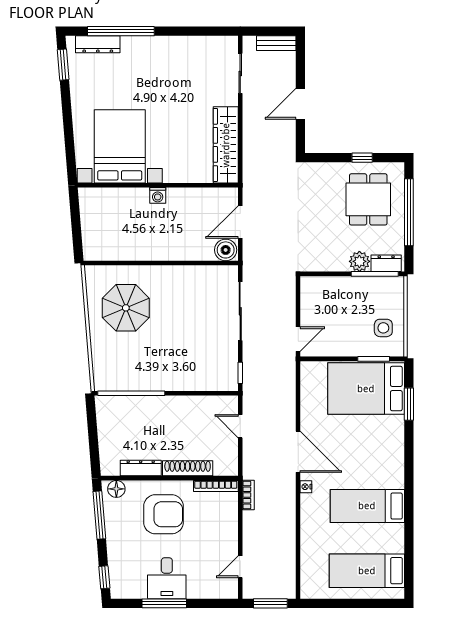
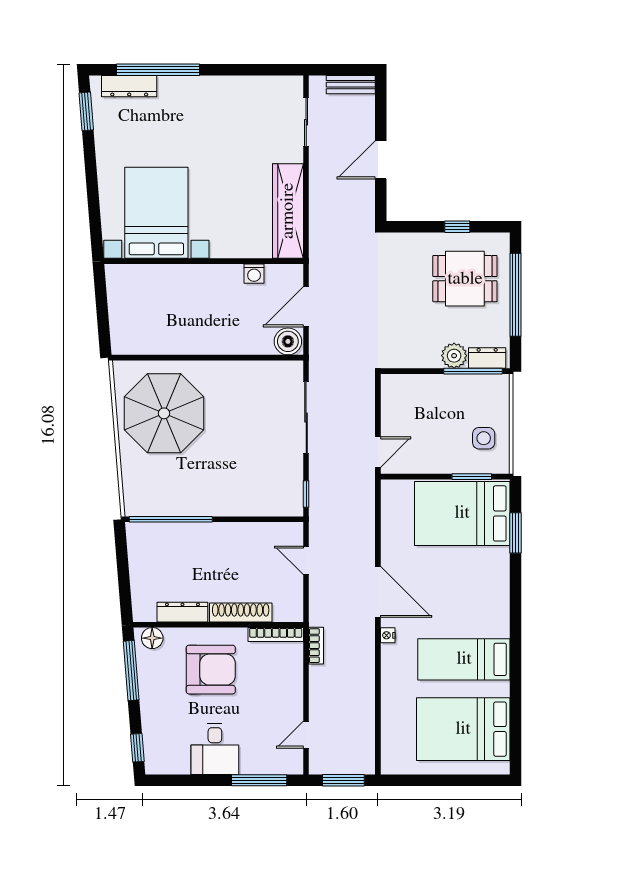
washing machine: (158, 195) -> (254, 274), moved
dining table: (368, 199) -> (465, 279), turned 90
parasol: (126, 308) -> (164, 413), width x1.36, depth x1.36
bed: (367, 571) -> (463, 729), width x1.50
window: (164, 603) -> (259, 780), moved

